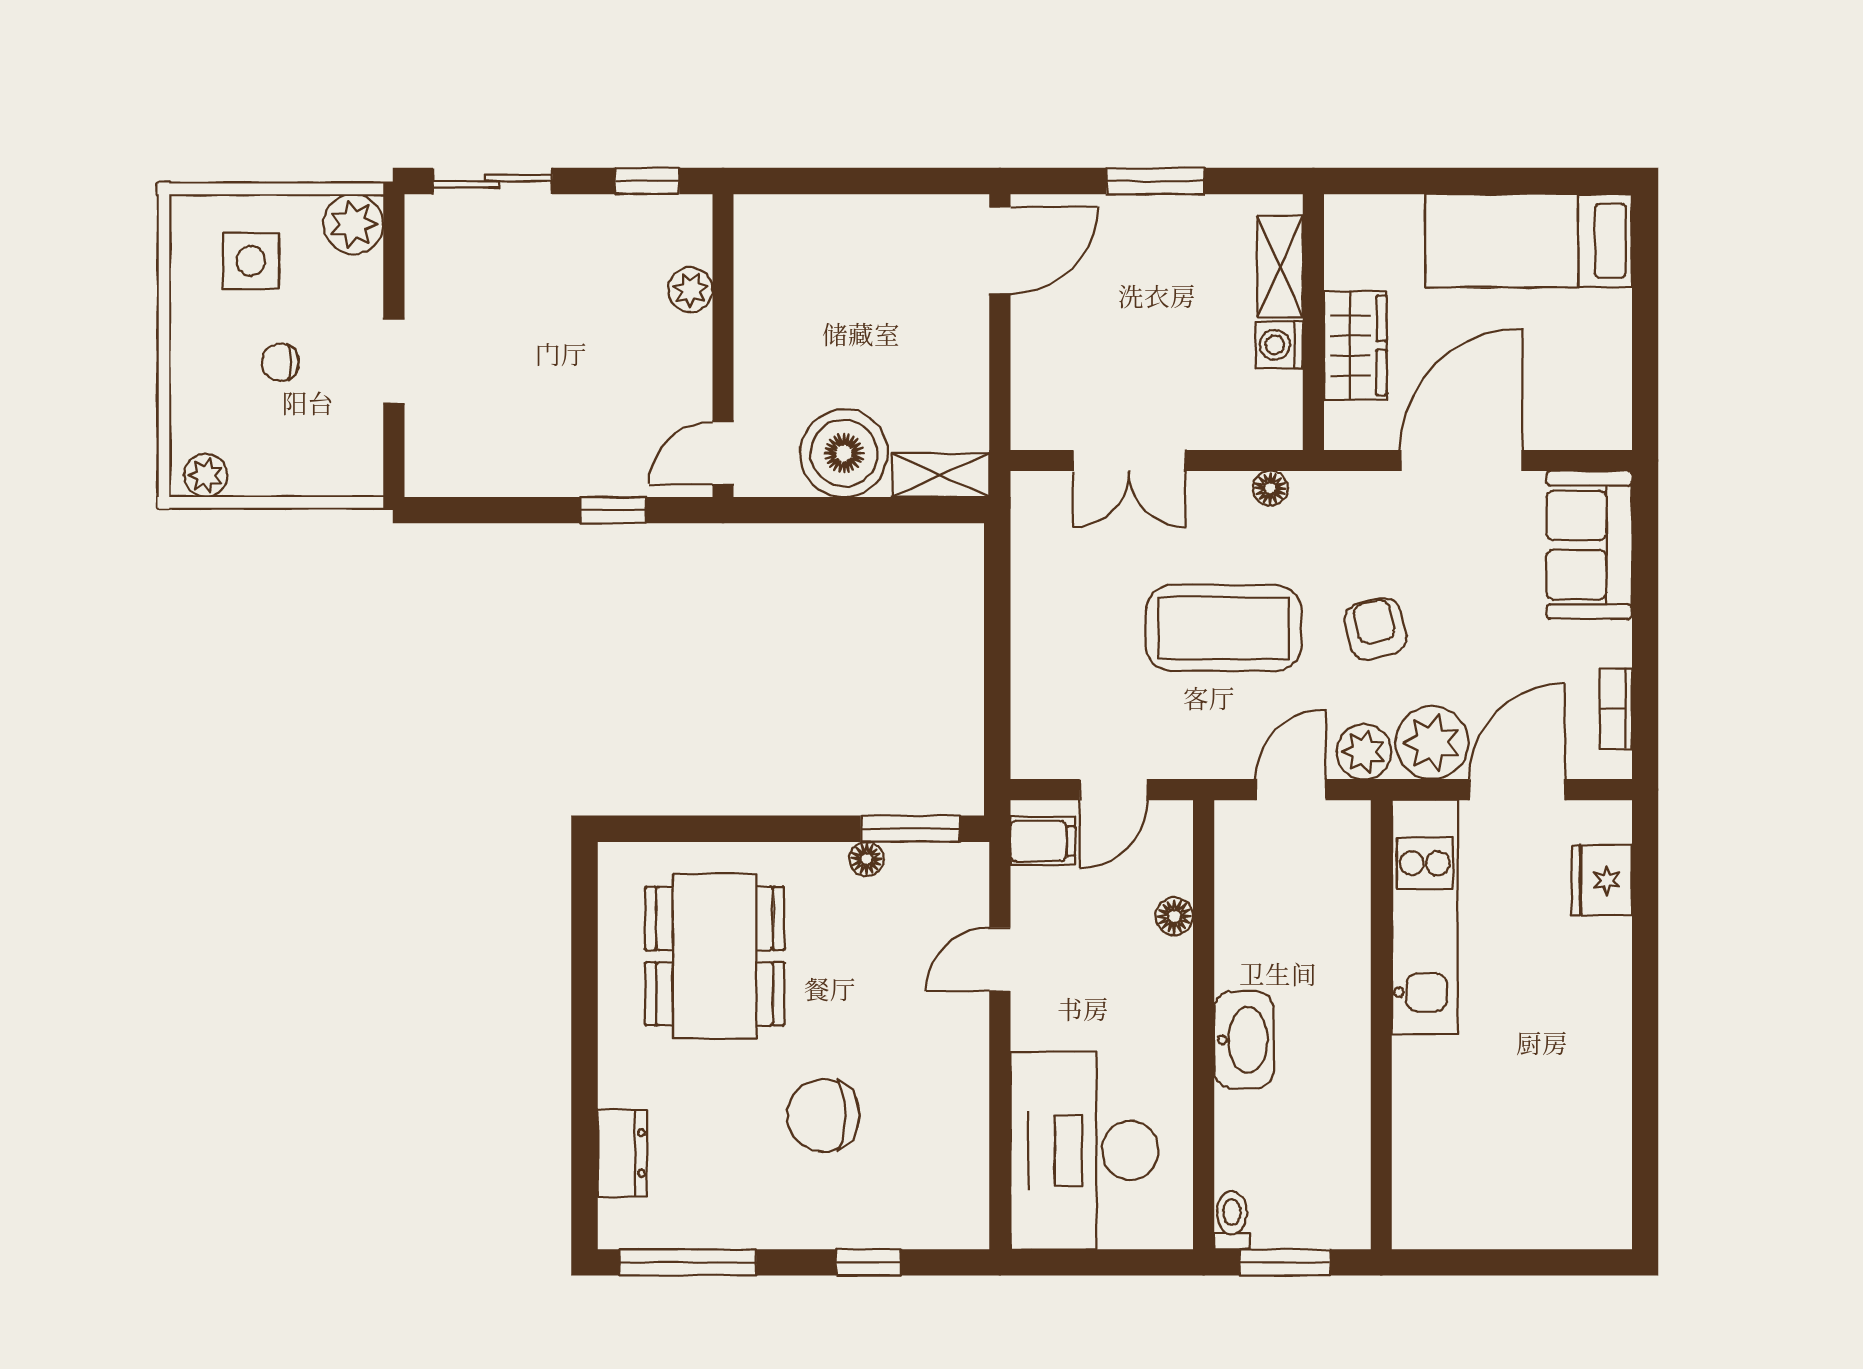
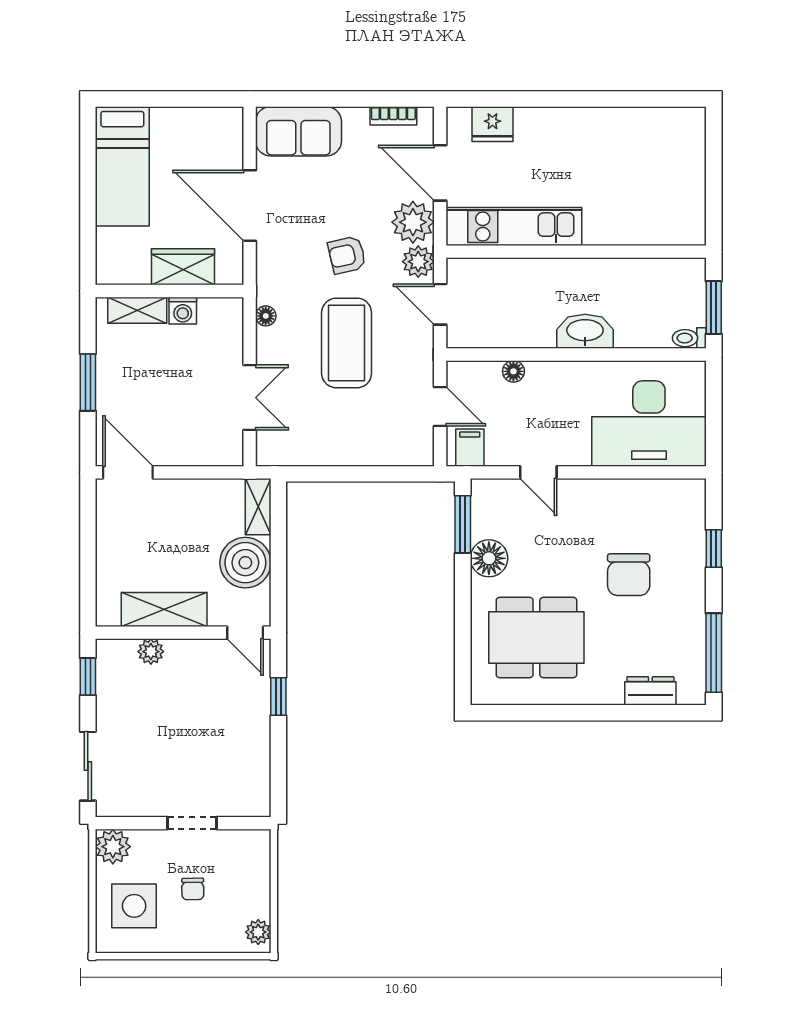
side table: (251, 261) -> (134, 906), width x1.37, depth x1.37
shelving: (763, 313) -> (164, 609), added
floor lamp: (867, 859) -> (489, 558), width x1.89, depth x1.89

